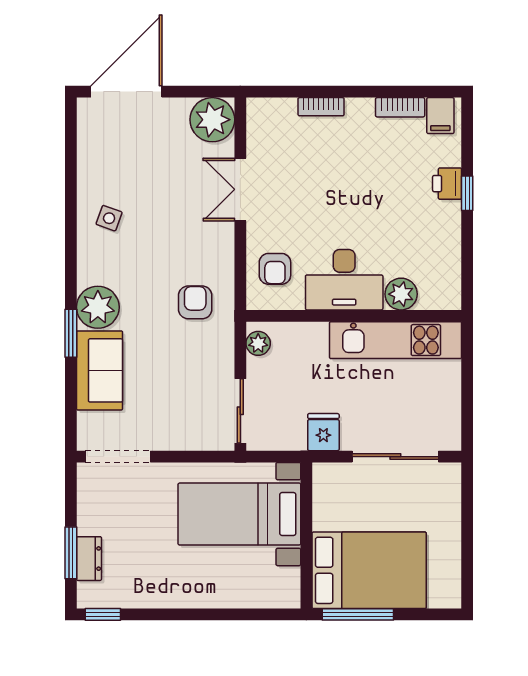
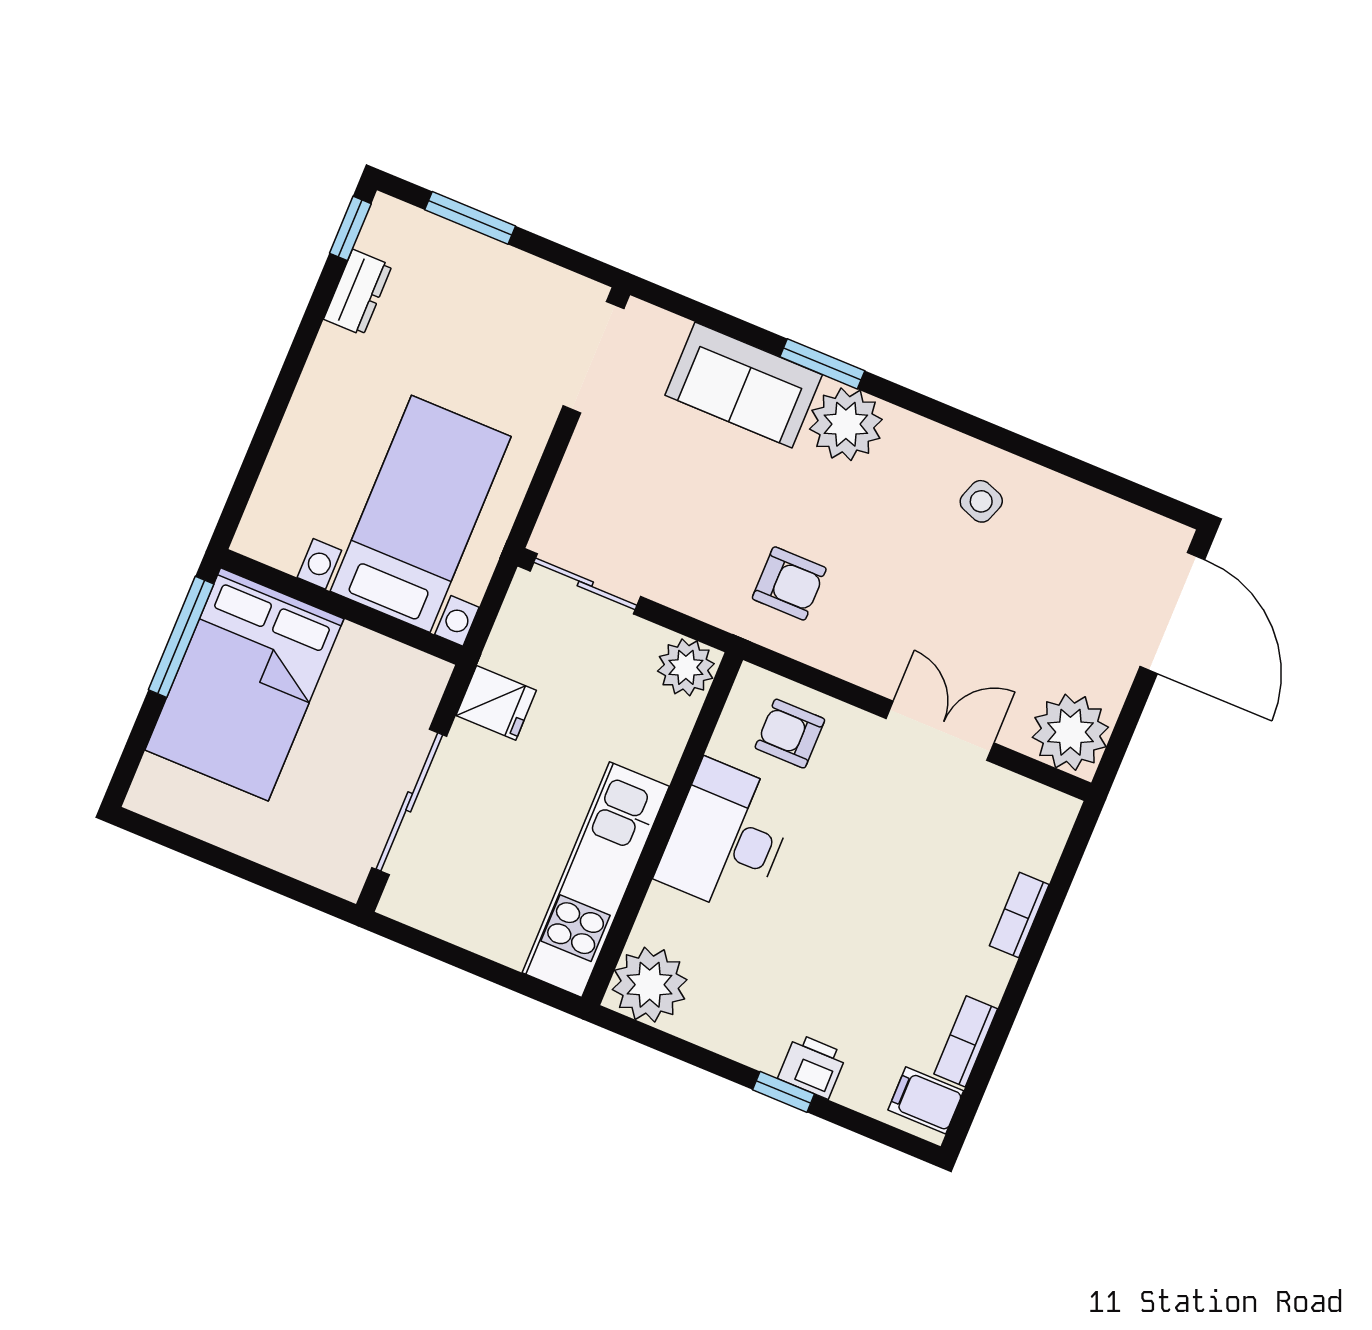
plant: (401, 294) -> (650, 985), moved, width x1.36, depth x1.36
plant: (258, 343) -> (686, 667), width x1.38, depth x1.38
dresser: (89, 559) -> (358, 292), moved, turned -90

